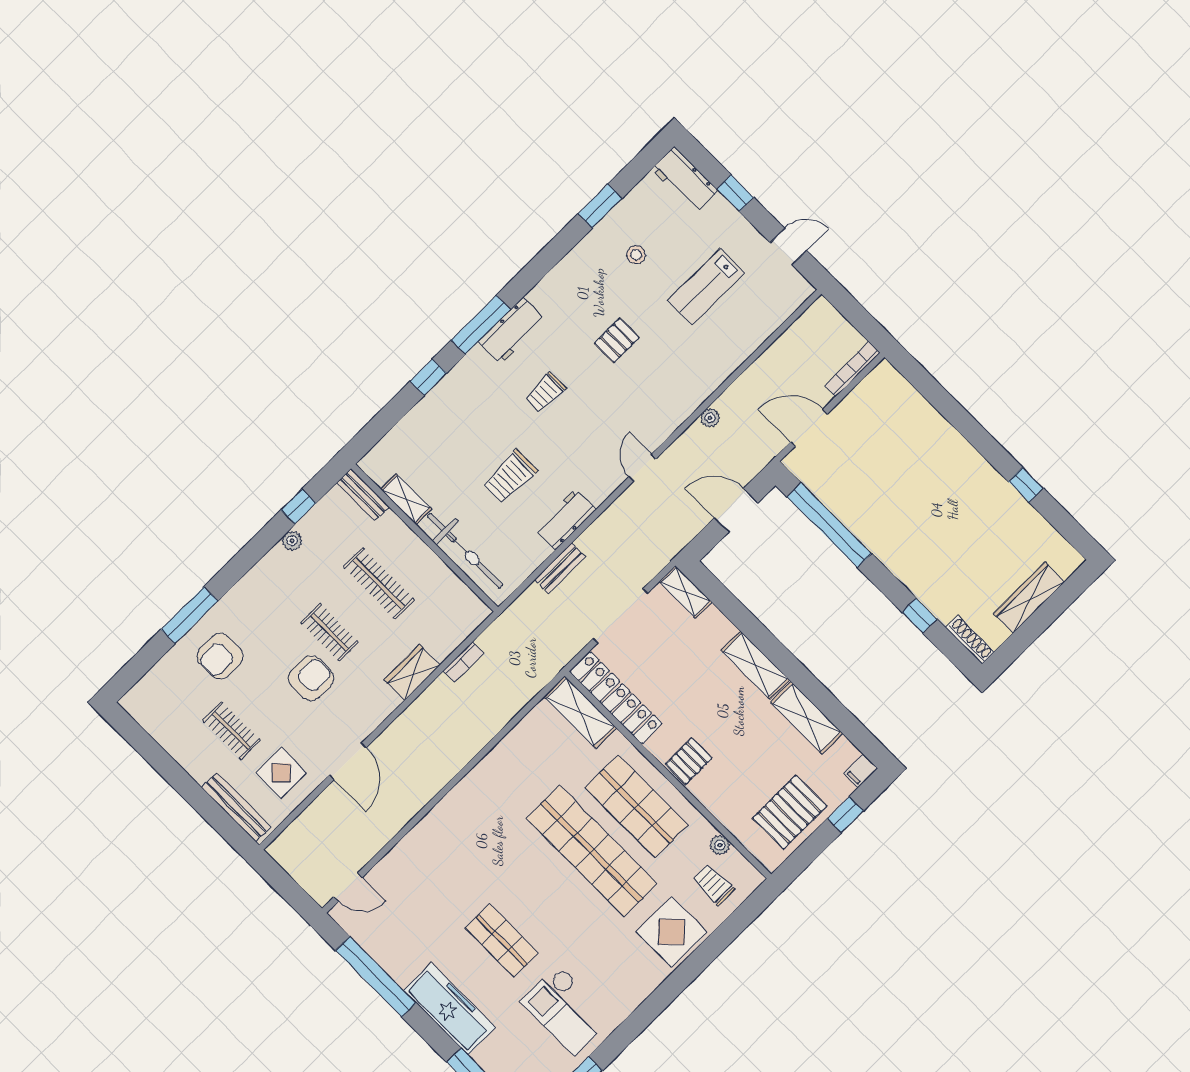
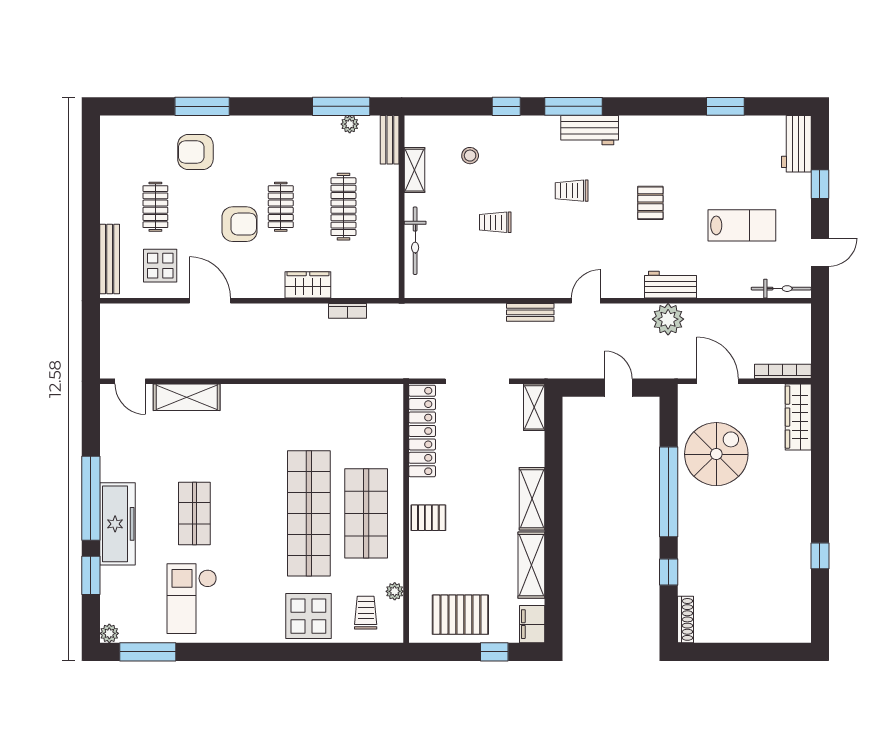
door: (788, 247) -> (820, 252), hinge flipped
stool: (636, 255) -> (470, 156), moved
lab bench: (706, 287) -> (742, 225), turned 180
bicycle: (786, 305) -> (781, 289), added
pallet: (617, 340) -> (650, 203), turned 90
plant: (710, 418) -> (668, 319), width x1.88, depth x1.88
trolley: (510, 477) -> (495, 222), width x0.73, depth x0.72
spiral stairs: (865, 486) -> (716, 454), added
window: (299, 506) -> (341, 106), width x2.17
door: (736, 510) -> (618, 388), width x0.73
workbench: (566, 519) -> (670, 285), moved
window: (829, 525) -> (669, 492), moved
plant: (292, 541) -> (350, 124), moved
bicycle: (465, 551) -> (415, 241), width x0.73, depth x0.71
bench: (560, 568) -> (530, 312), moved
wardrobe: (1029, 598) -> (798, 417), moved, turned -90
shelving: (580, 712) -> (187, 397), moved, turned 90
door: (348, 761) -> (210, 301), swing flipped
filing cabinet: (861, 771) -> (532, 624), width x2.00
window: (376, 977) -> (91, 498), moved

